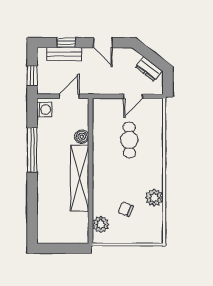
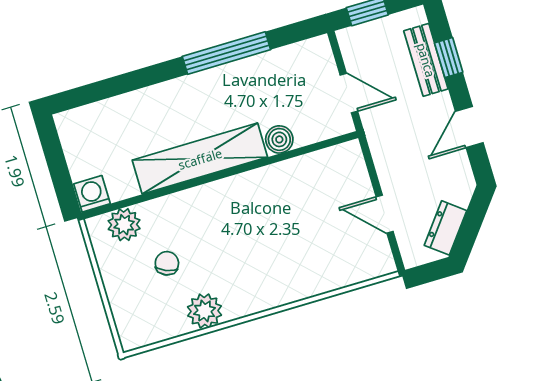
washing machine: (44, 110) -> (92, 194), moved, turned 180
cafe table: (129, 140) -> (300, 231), removed

